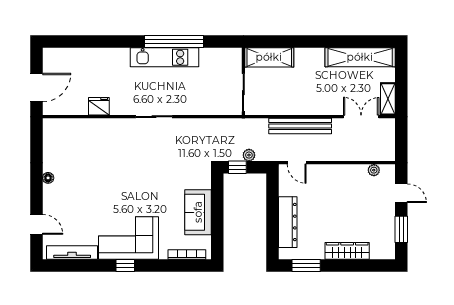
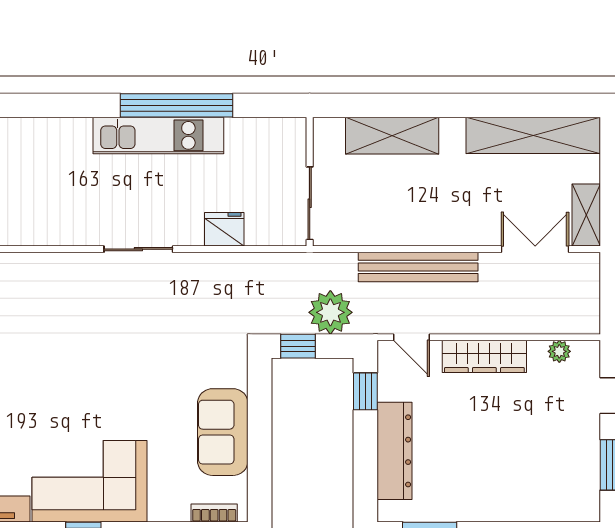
shelving: (269, 57) -> (392, 136), moved
fridge: (99, 106) -> (224, 229), moved
plant: (249, 155) -> (330, 312), width x1.88, depth x1.88
window: (273, 191) -> (365, 391), added
wardrobe: (347, 251) -> (484, 356), moved, turned 180
bookcase: (187, 254) -> (214, 513), width x0.64

